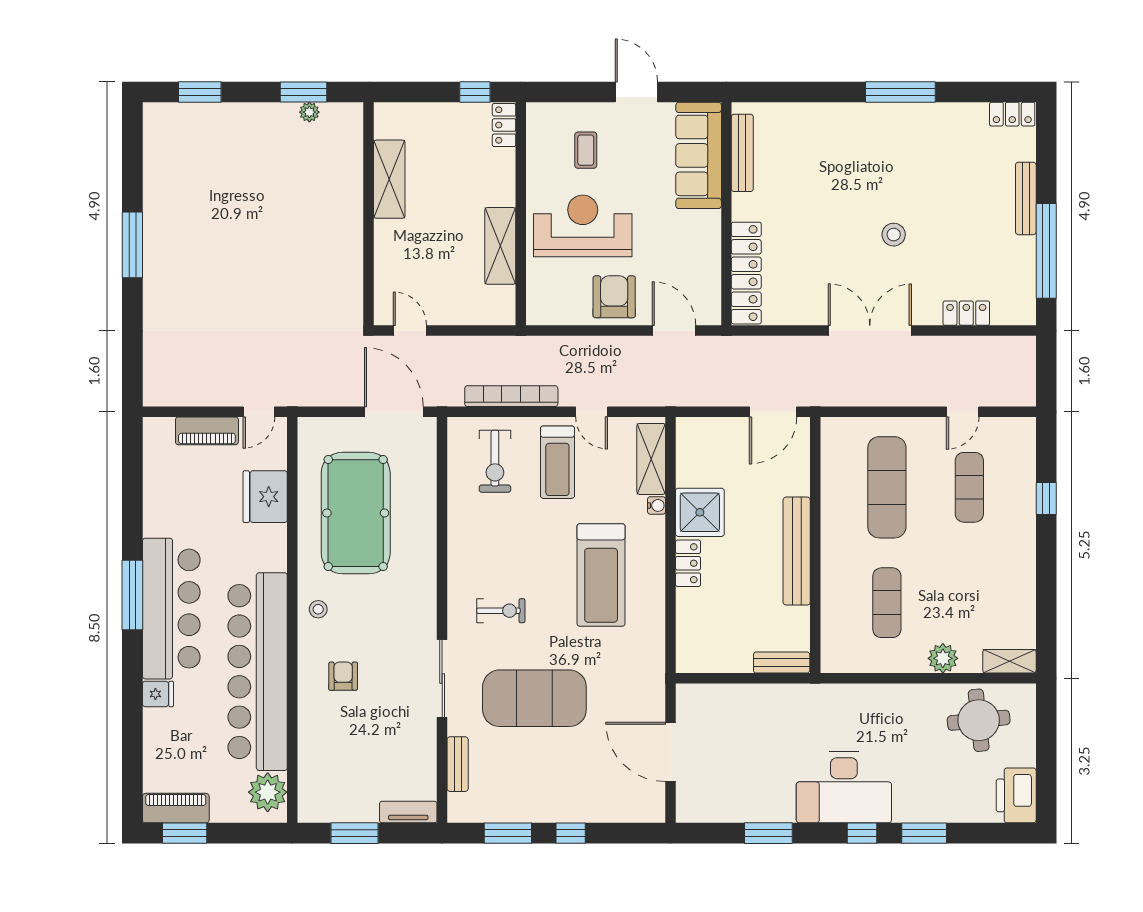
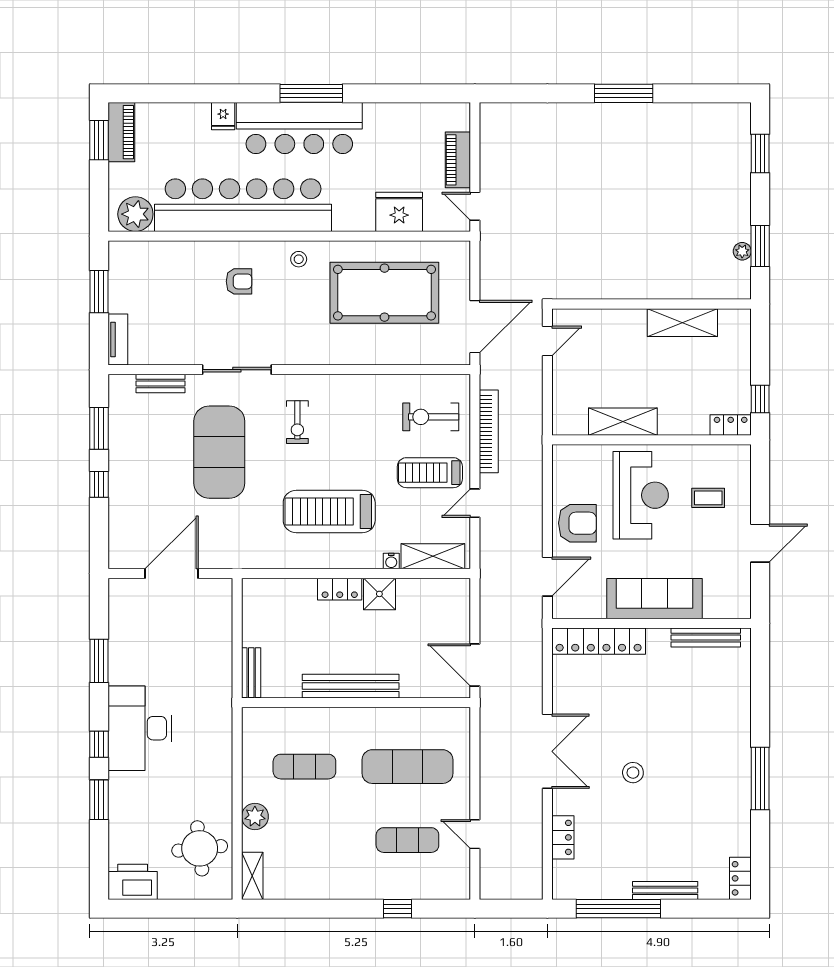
sofa: (699, 155) -> (655, 599), moved
shower: (700, 512) -> (379, 594), width x0.73, depth x0.73

